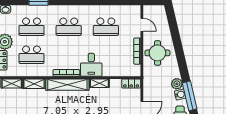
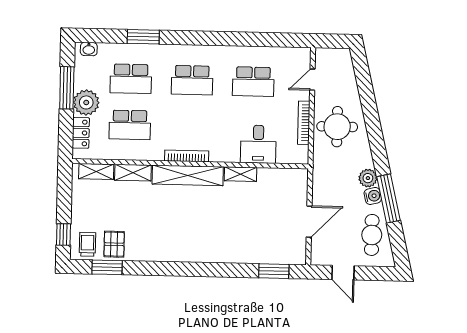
door: (142, 25) -> (312, 80), swing flipped
desk: (91, 65) -> (258, 144), moved
locker: (131, 83) -> (293, 176), removed

